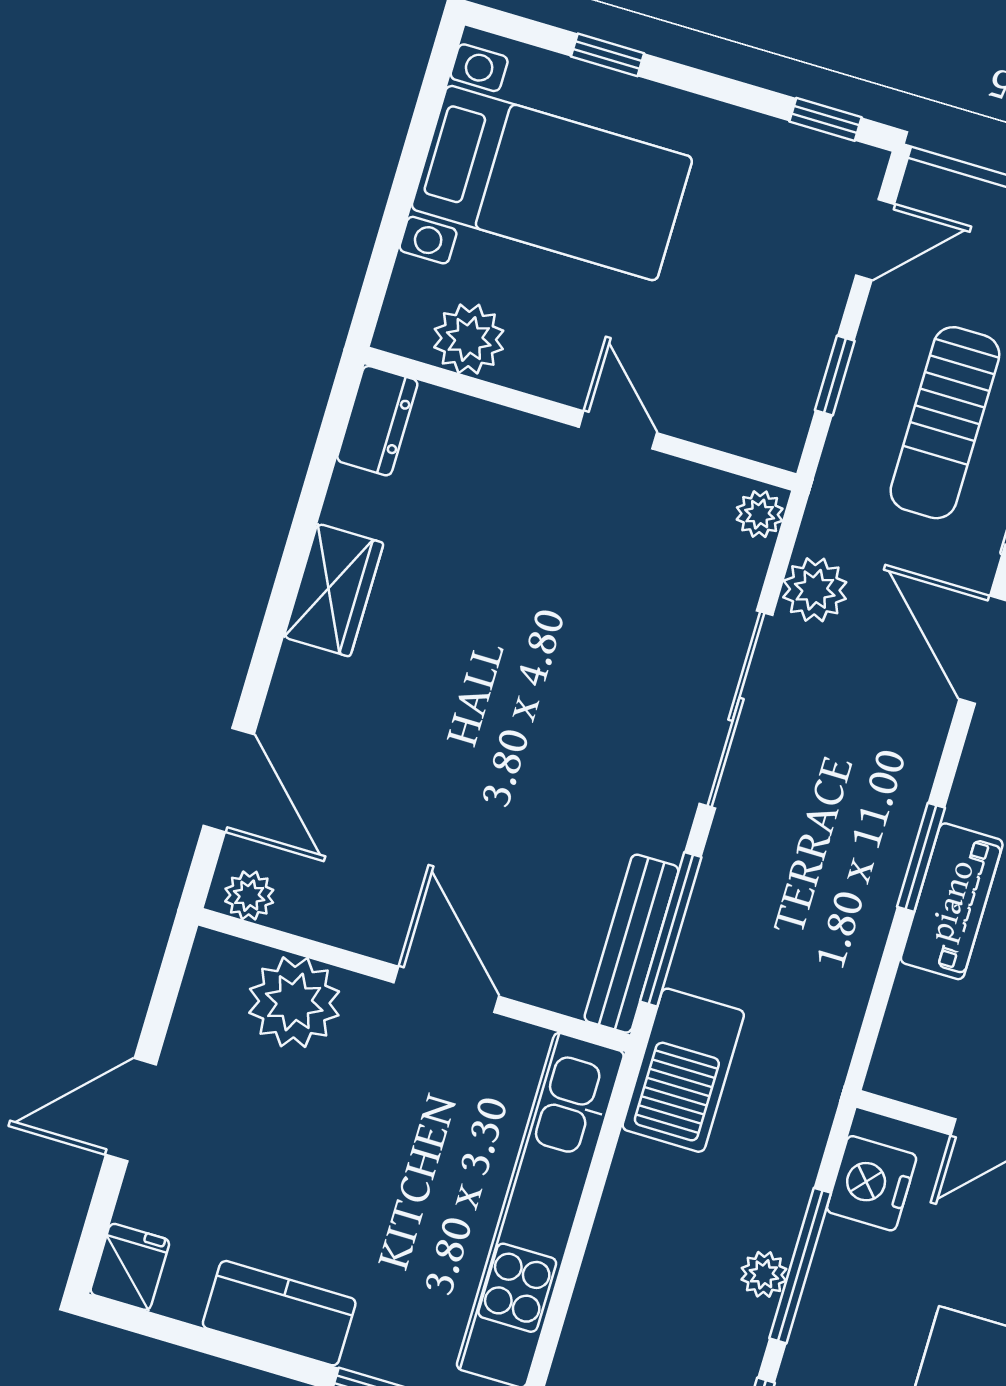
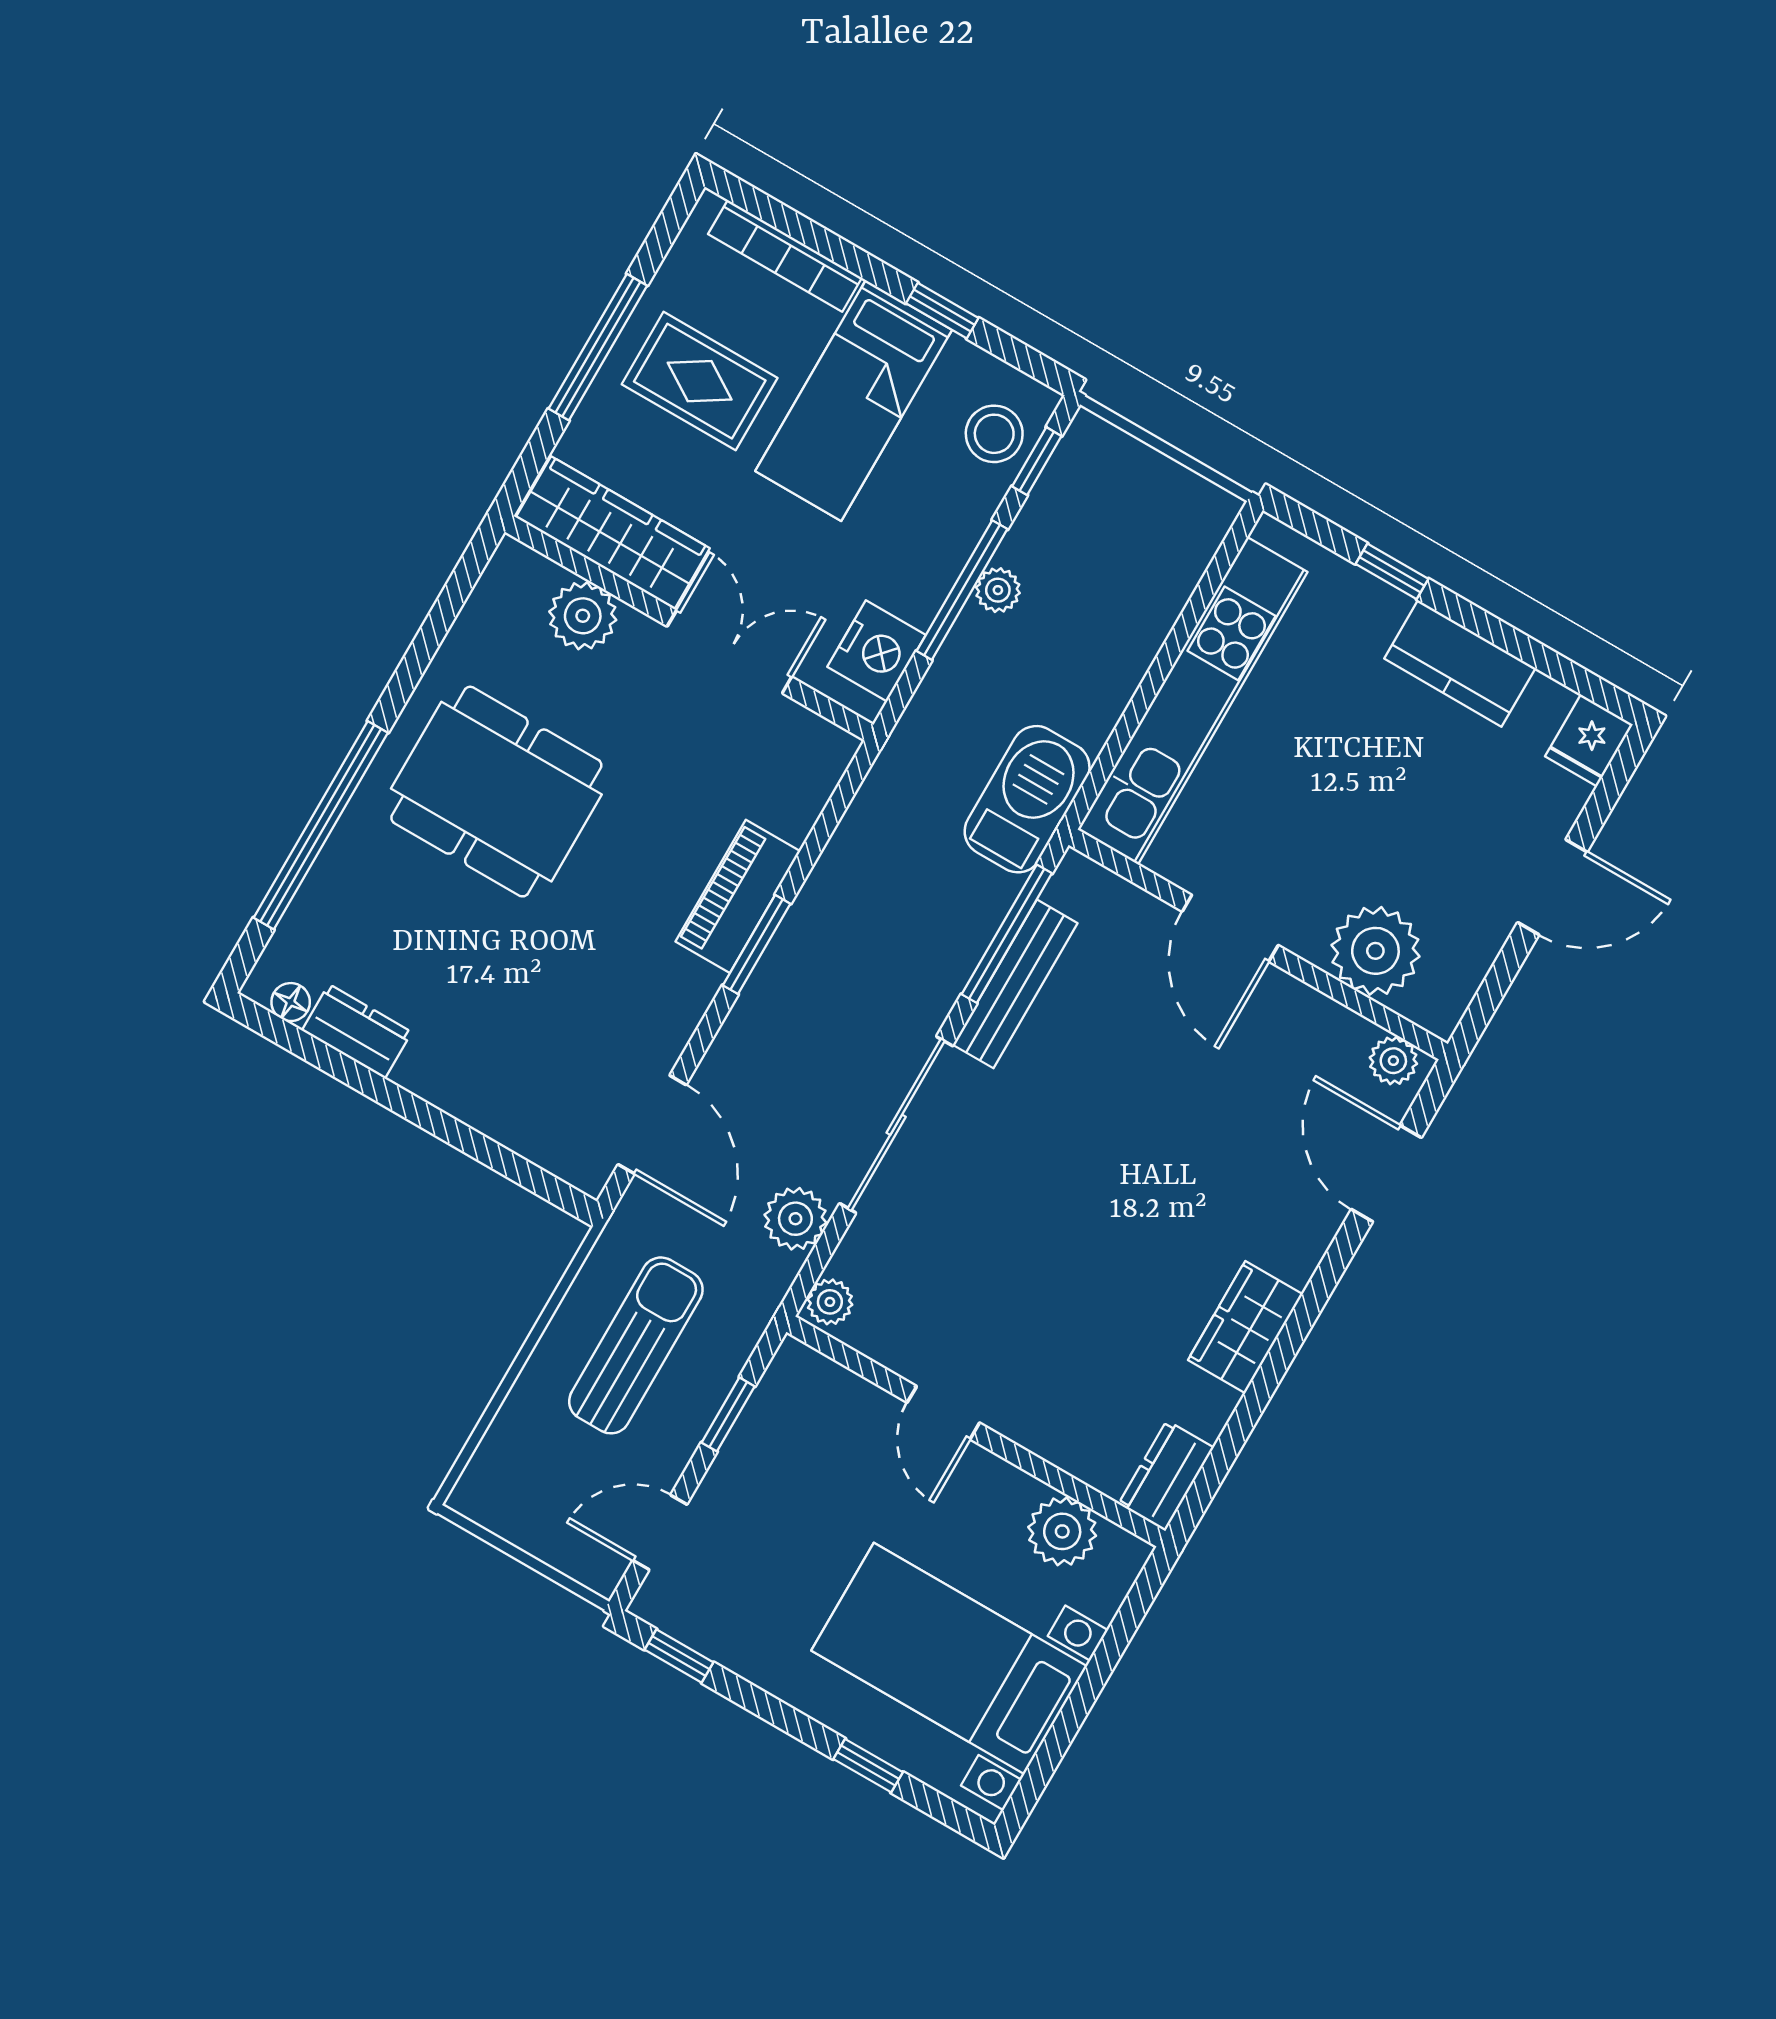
bench: (632, 944) -> (1015, 984), moved

